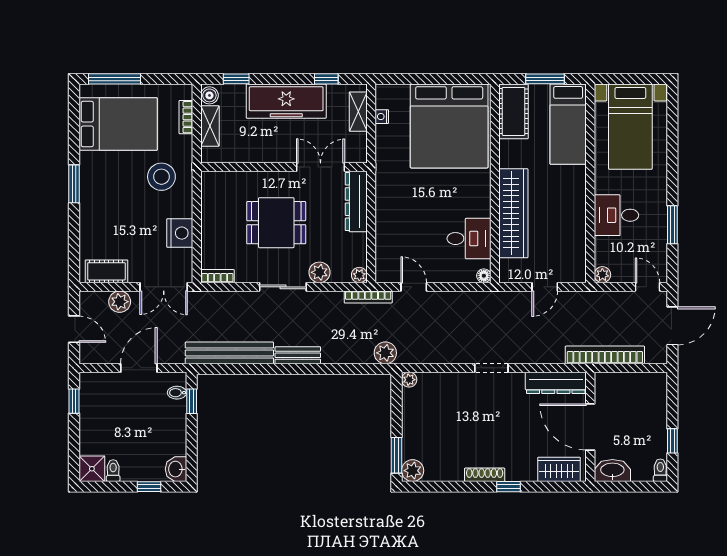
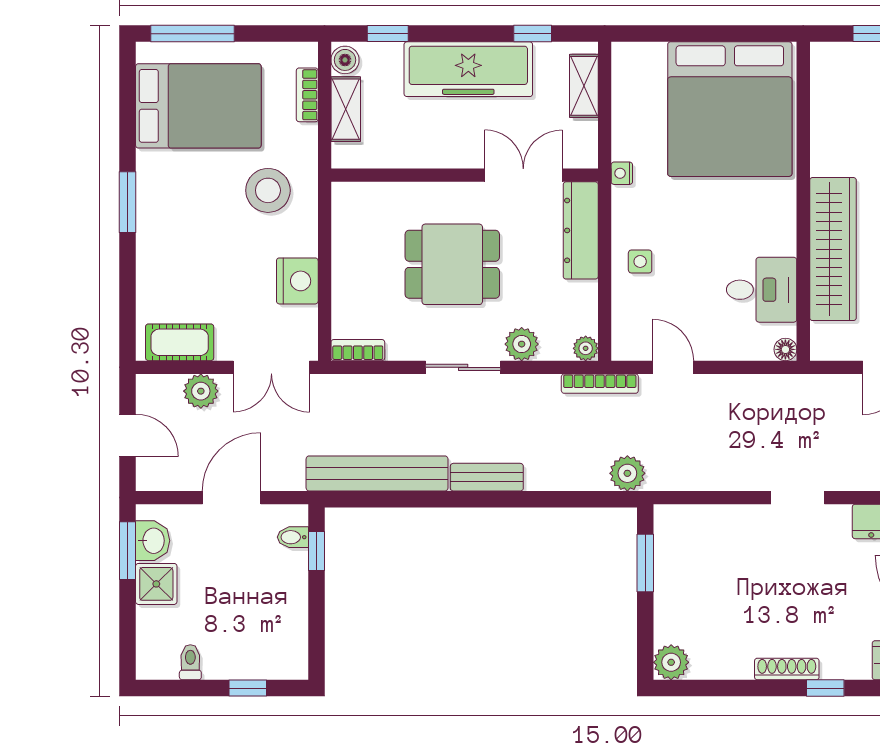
cot: (514, 111) -> (833, 86), removed
nightstand: (382, 117) -> (622, 173), moved
side table: (393, 221) -> (640, 261), added
plant: (409, 380) -> (666, 516), removed
window: (74, 401) -> (128, 551), width x1.50
window: (397, 455) -> (645, 563), moved
shower: (92, 469) -> (156, 584), moved
washbasin: (176, 469) -> (153, 541), moved, turned 180

